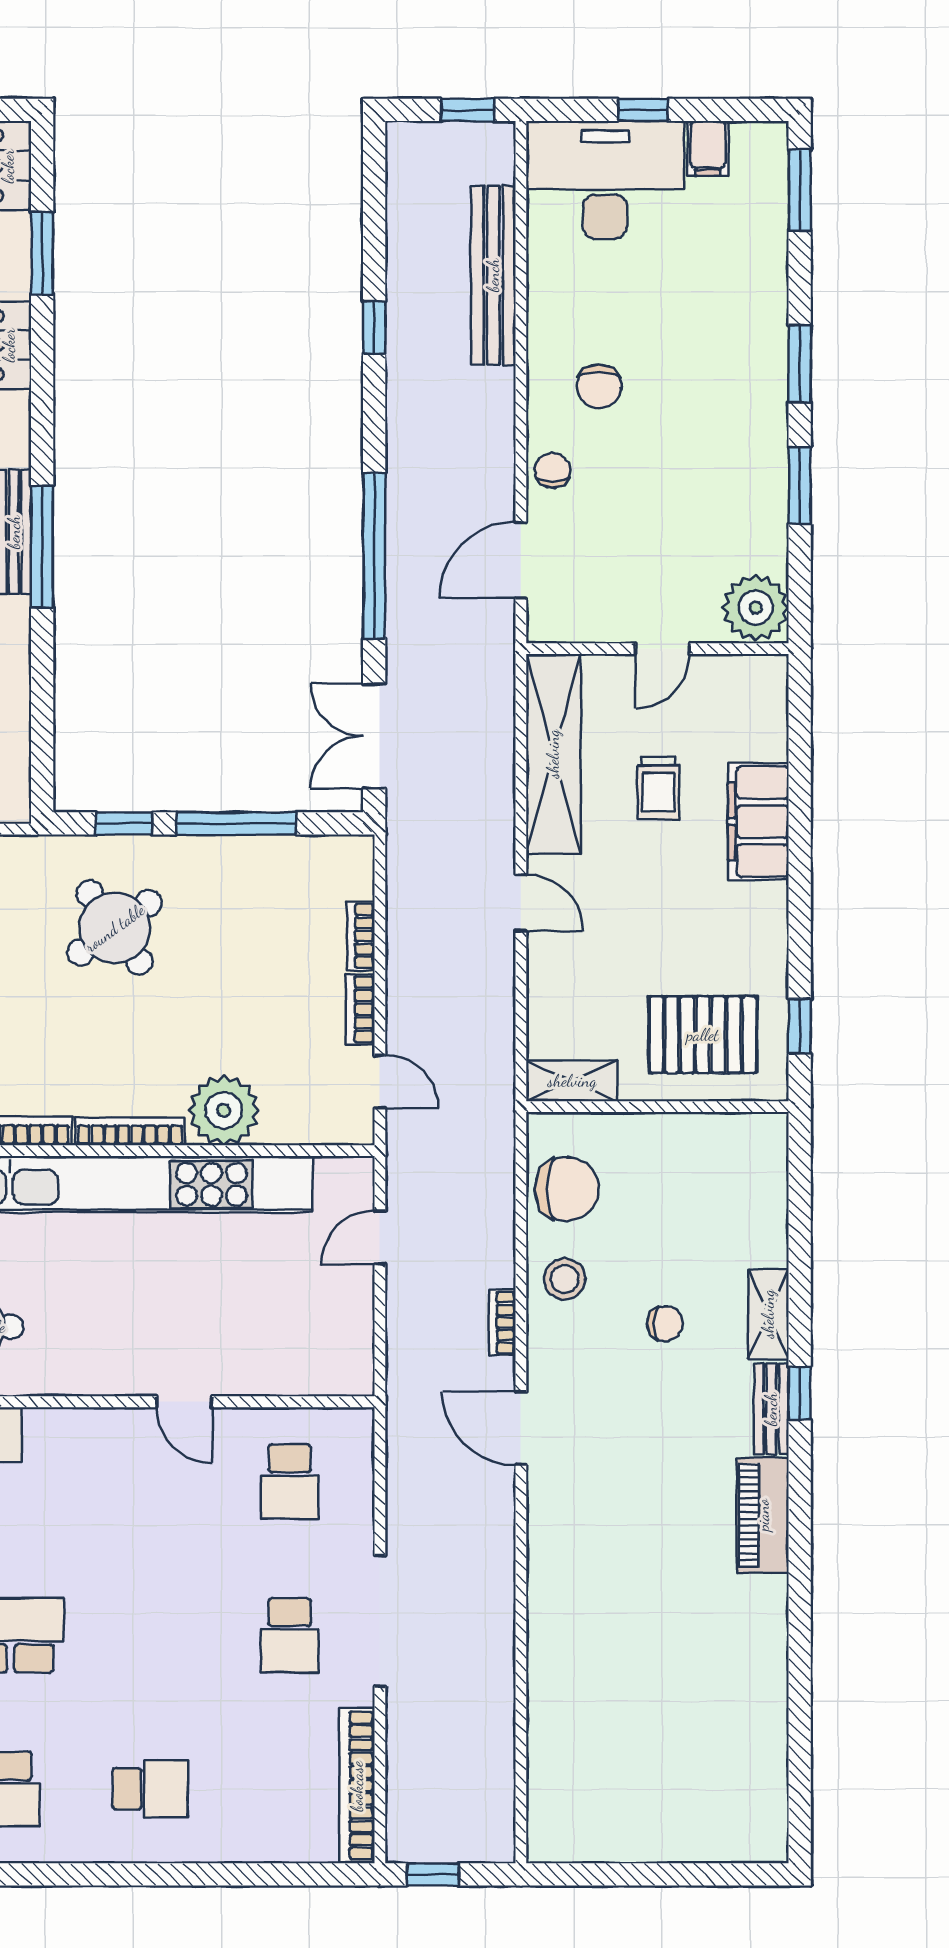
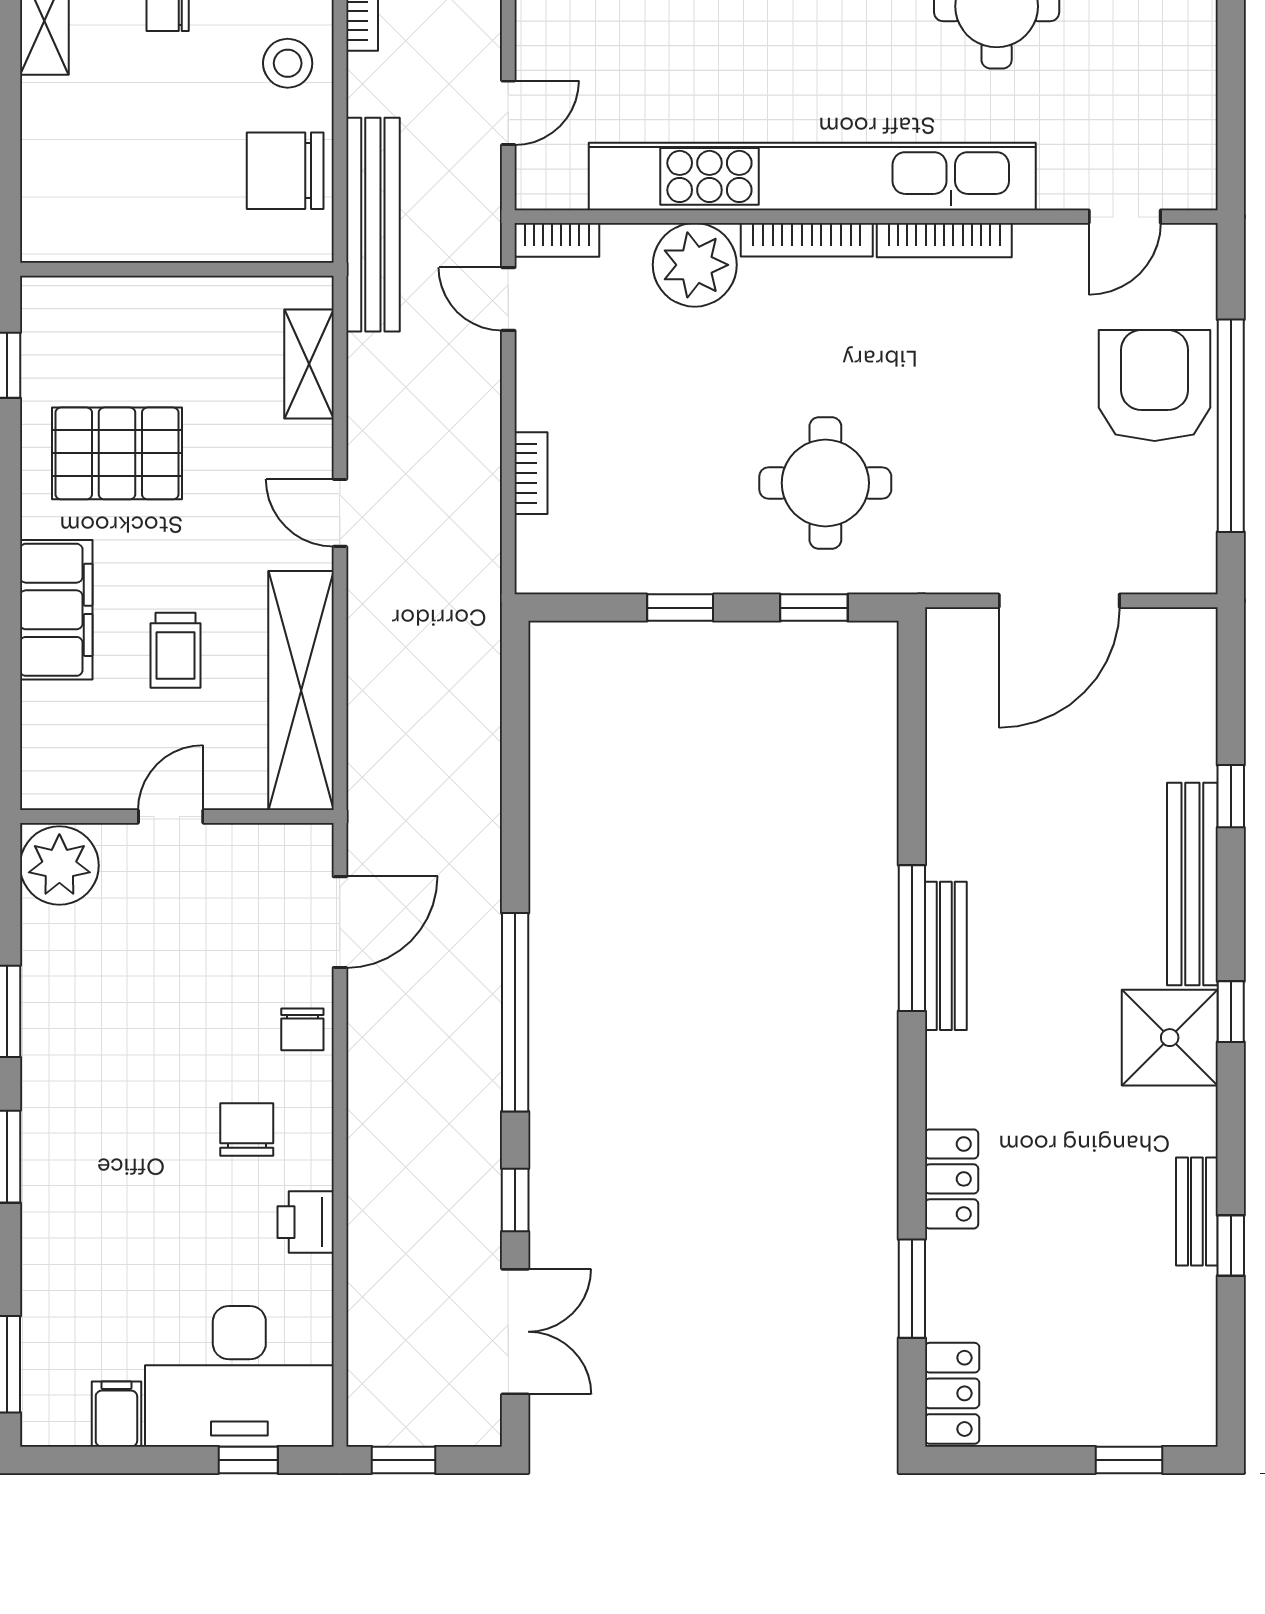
window: (643, 110) -> (248, 1460), moved
bench: (493, 275) -> (373, 225), moved
printer: (550, 309) -> (306, 1222), added
window: (374, 556) -> (515, 1012), moved
double door: (374, 736) -> (515, 1332), moved
trolley: (658, 788) -> (176, 650), turned 180
window: (236, 823) -> (680, 608), width x0.46
round table: (115, 928) -> (825, 483), turned 36
bookcase: (360, 1009) -> (557, 240), moved, turned 90
pallet: (703, 1035) -> (117, 453), moved
shelving: (572, 1081) -> (309, 364), moved, turned 90

